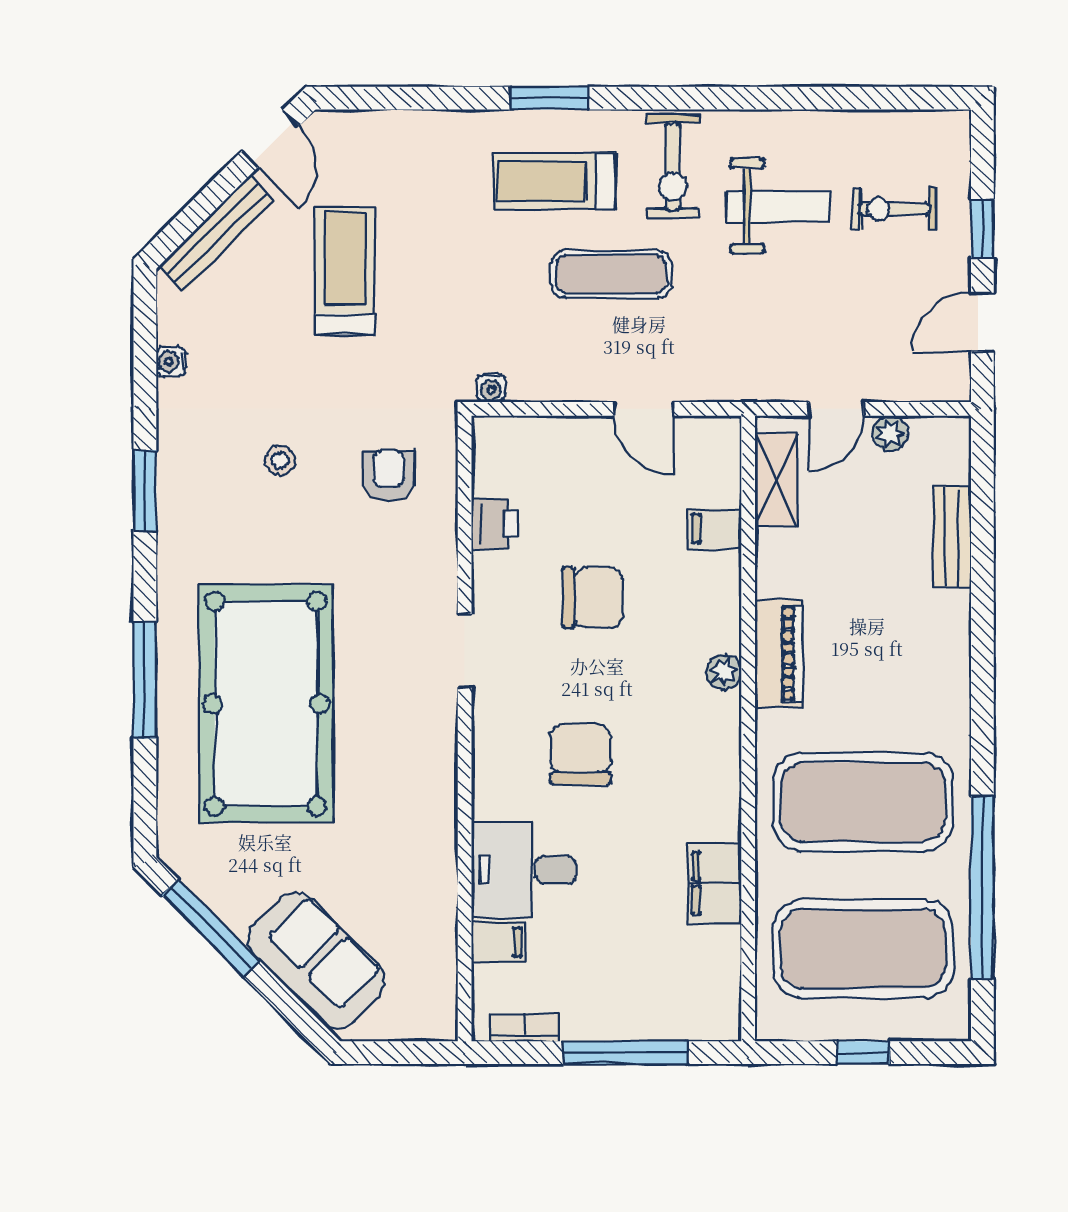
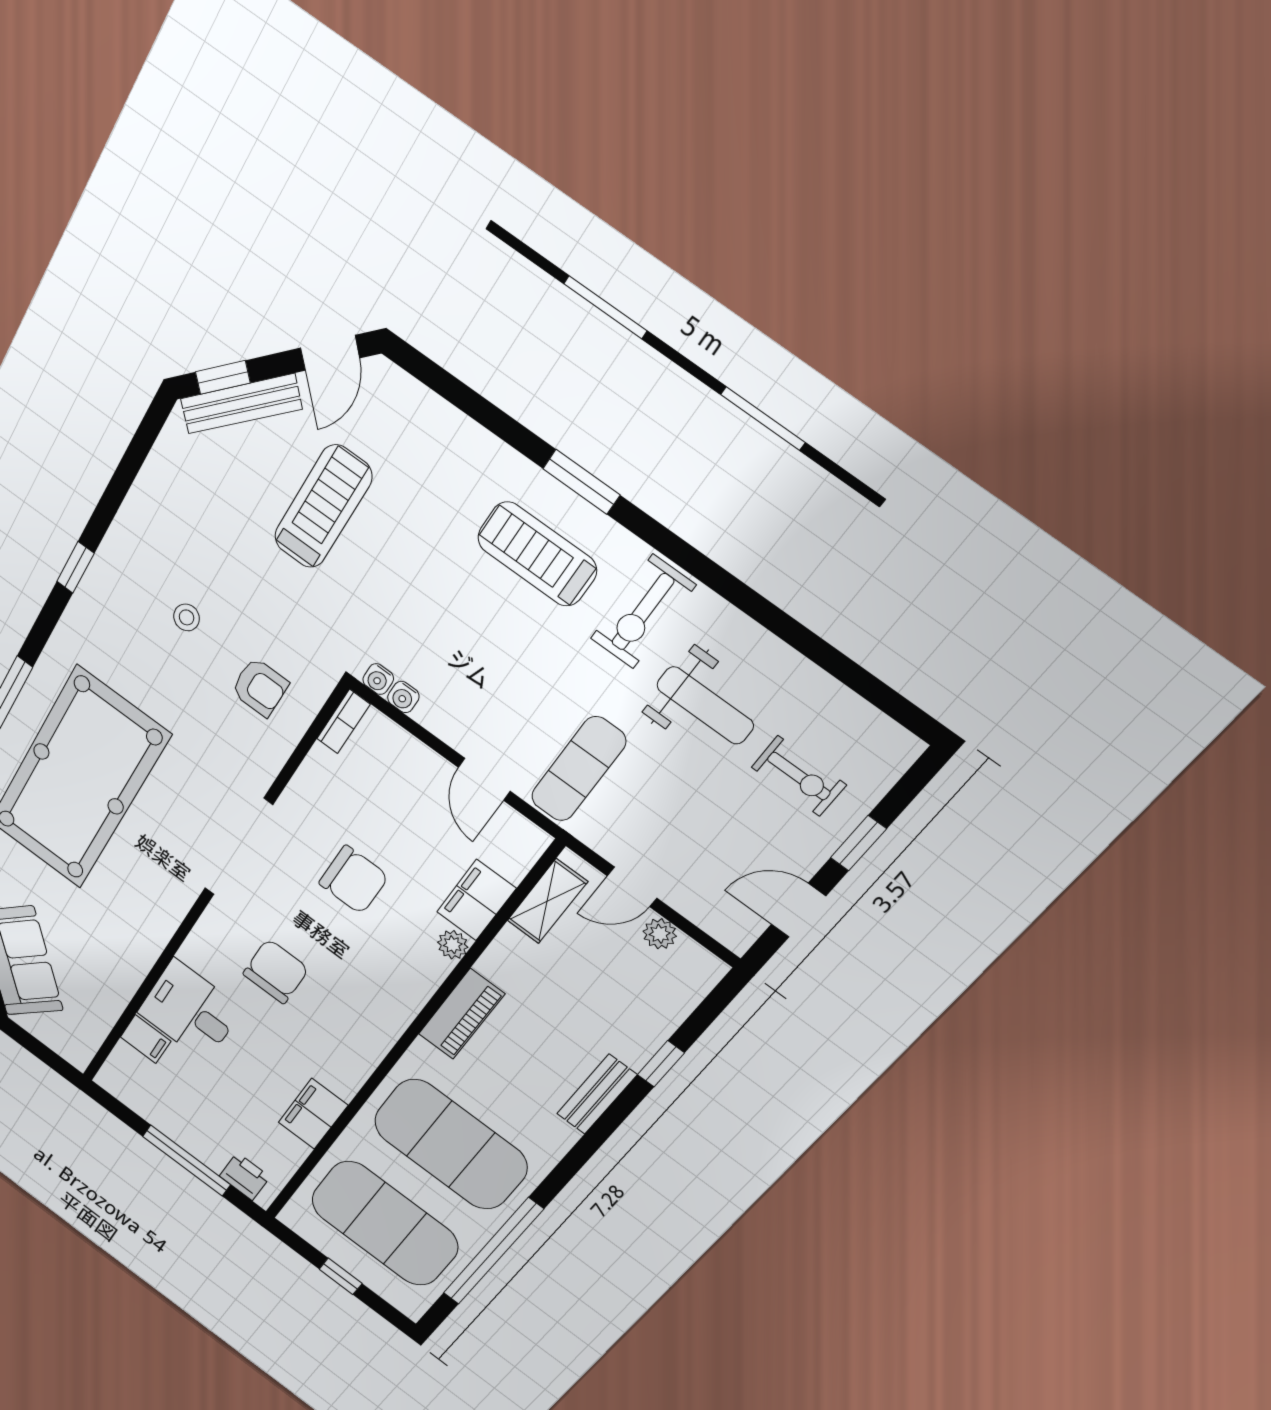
exercise bike: (894, 209) -> (799, 776), turned 180
window: (187, 222) -> (223, 377), added
exercise mat: (611, 274) -> (578, 769), moved, turned 90
water cooler: (171, 361) -> (403, 697), moved, turned -90
armchair: (389, 476) -> (260, 687), turned 90
window: (145, 490) -> (75, 567), width x0.67
printer: (495, 524) -> (245, 1176), moved, turned -90
filing cabinet: (715, 529) -> (476, 900), width x2.00
bench: (952, 537) -> (597, 1094), moved
window: (982, 556) -> (661, 1064), added
doorway: (465, 651) -> (238, 847), width x1.88
plant: (724, 672) -> (453, 945), moved
bookcase: (524, 1028) -> (343, 721), moved, turned 90

